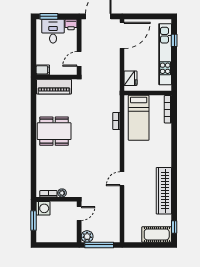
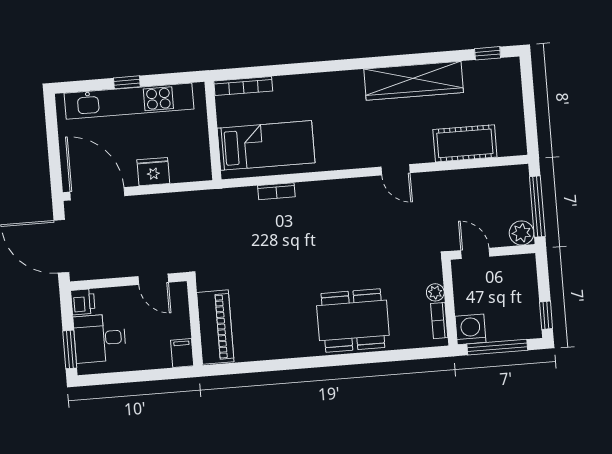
window: (174, 40) -> (127, 82), moved
fridge: (131, 78) -> (153, 172), moved
dining table: (54, 131) -> (353, 320), moved, turned 90
window: (33, 220) -> (497, 347), width x1.44
cot: (157, 234) -> (465, 143), moved, turned 90
window: (47, 245) -> (546, 315), added

